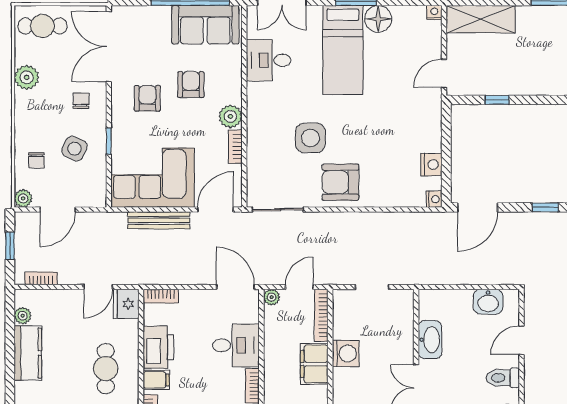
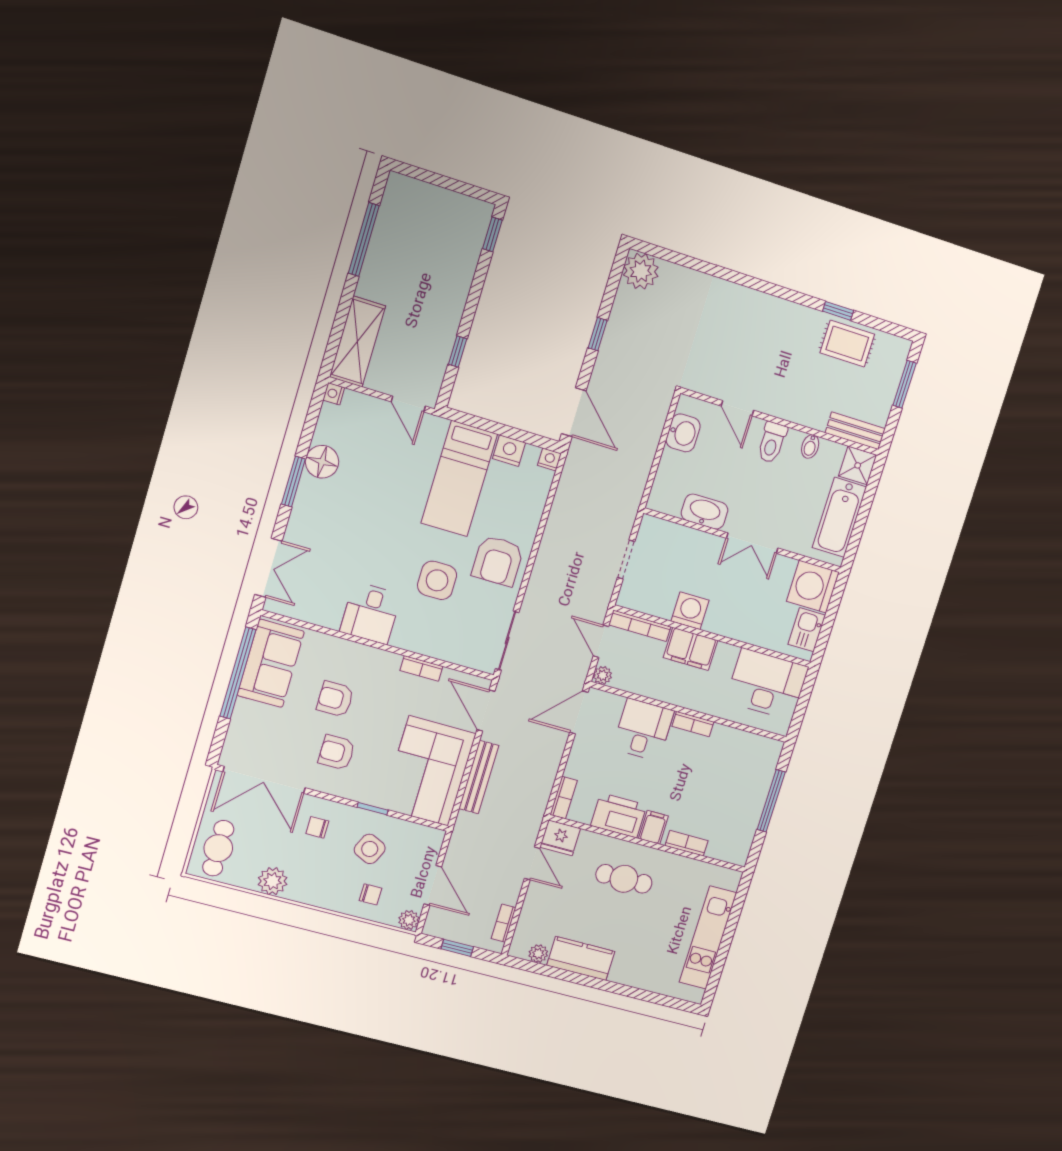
bed: (343, 50) -> (459, 479), moved, turned 90
desk: (269, 60) -> (371, 613), moved
plant: (230, 116) -> (385, 664), removed

